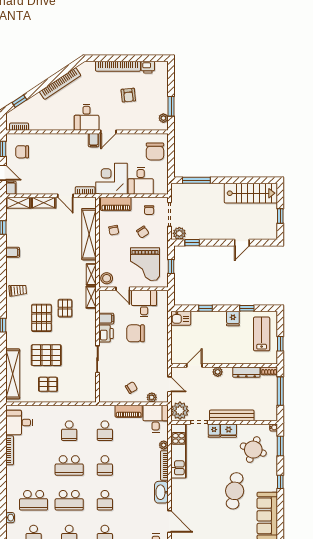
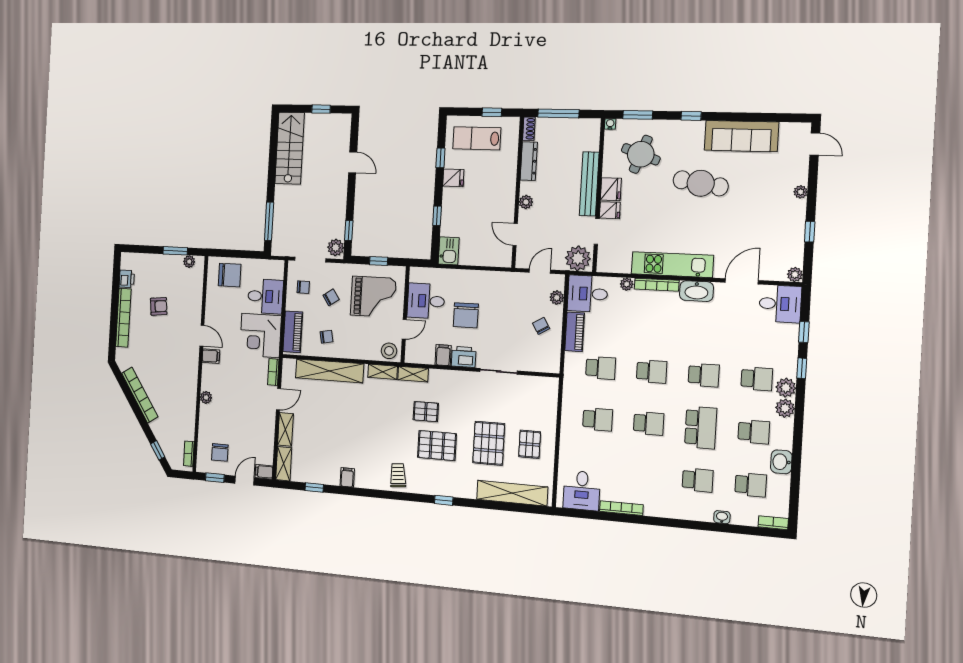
desk: (87, 117) -> (182, 363), removed
plant: (62, 138) -> (206, 397), added
kitchen unit: (179, 451) -> (672, 265), moved
school desk: (69, 465) -> (649, 423), width x0.54
school desk: (34, 500) -> (698, 480), width x0.54

